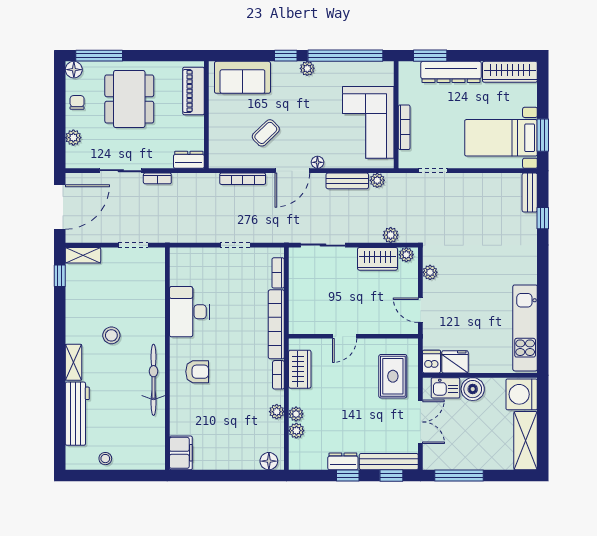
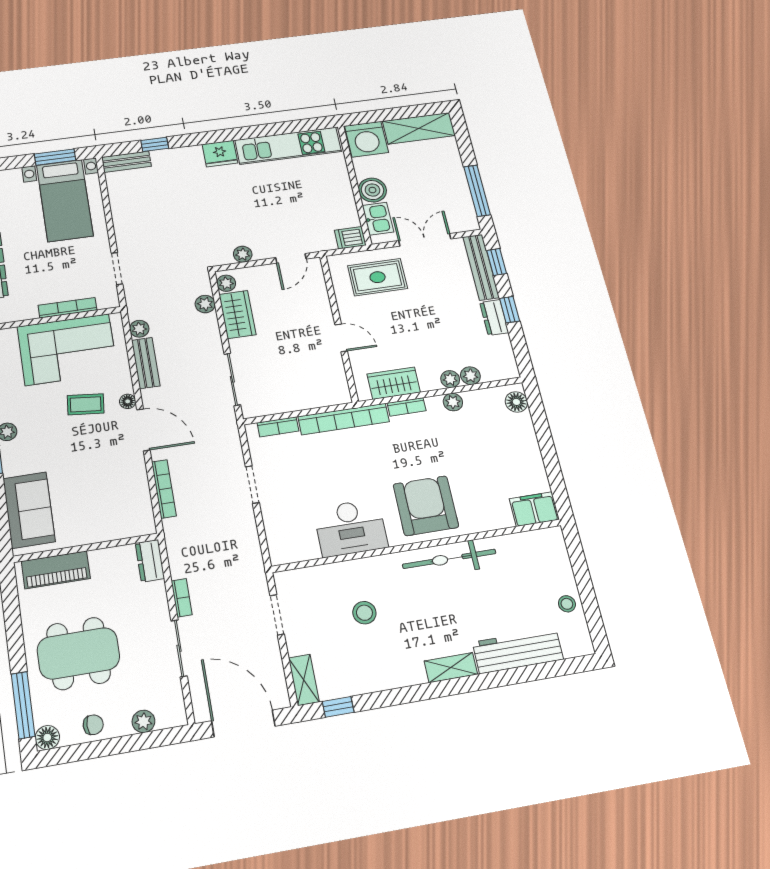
chair: (77, 102) -> (93, 725), turned 180
coffee table: (266, 133) -> (86, 404), moved, turned -40
stool: (111, 335) -> (364, 613), moved
fridge: (455, 362) -> (220, 154), moved, turned -90
armchair: (197, 372) -> (426, 506), width x1.88, depth x1.88

